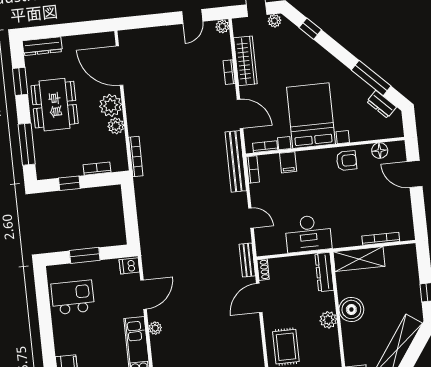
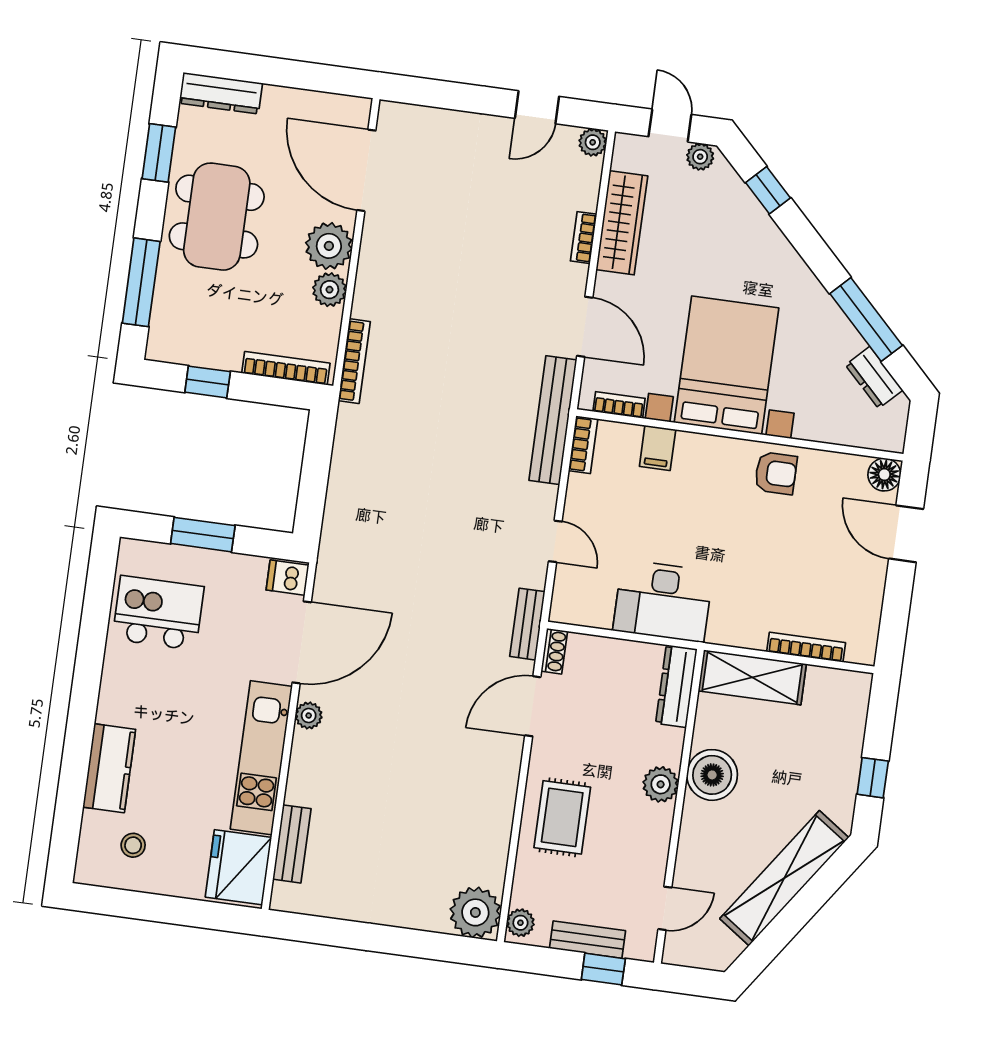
floor lamp: (380, 151) -> (884, 475), moved
bookcase: (97, 169) -> (286, 368), width x1.56
door: (144, 295) -> (302, 642), width x1.36

